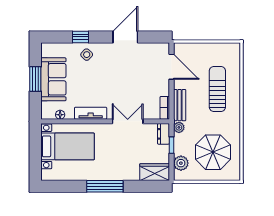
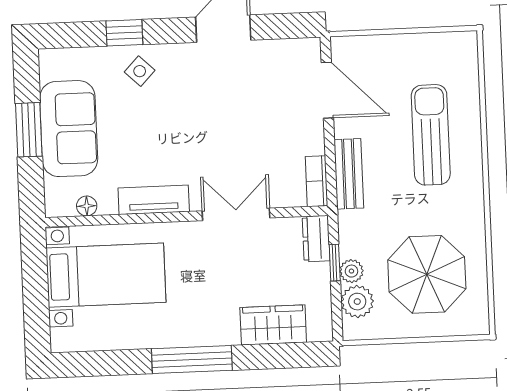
plant: (179, 127) -> (351, 271), moved
wardrobe: (155, 172) -> (273, 325), moved

